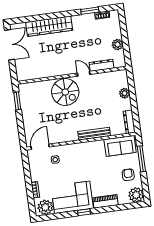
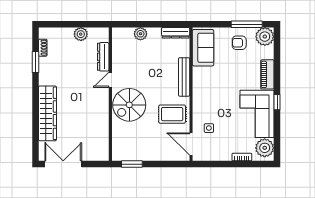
spiral stairs: (65, 92) -> (129, 105), turned 180
rug: (62, 128) -> (172, 114), added
window: (141, 159) -> (247, 24), moved

